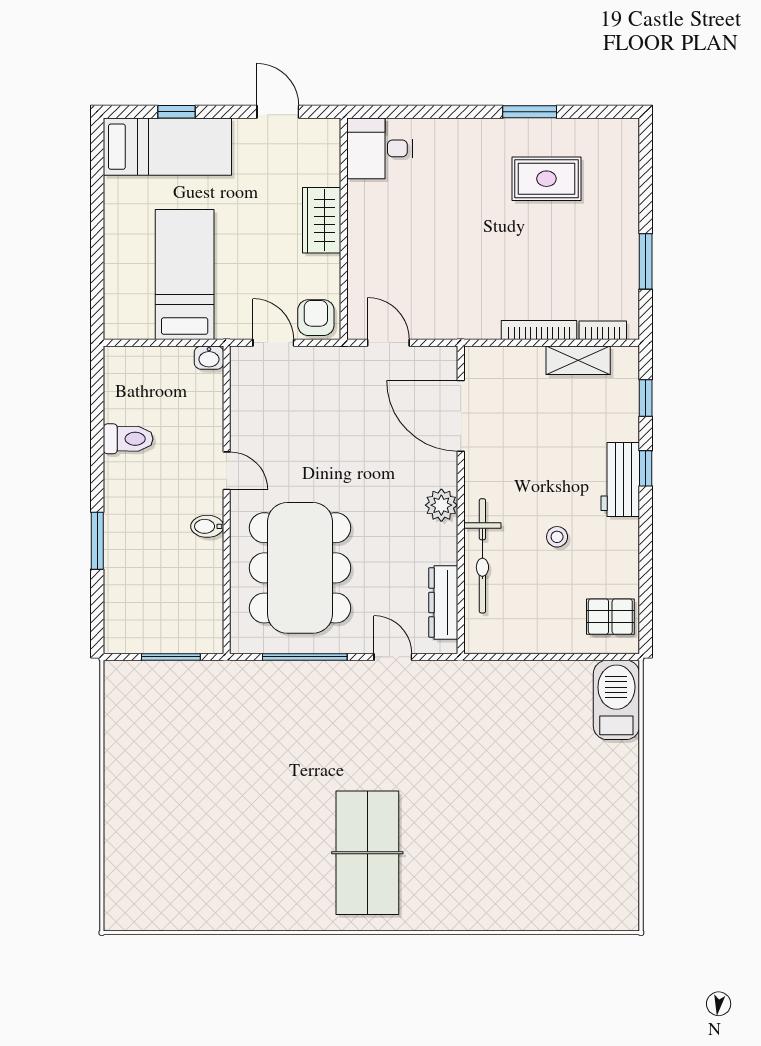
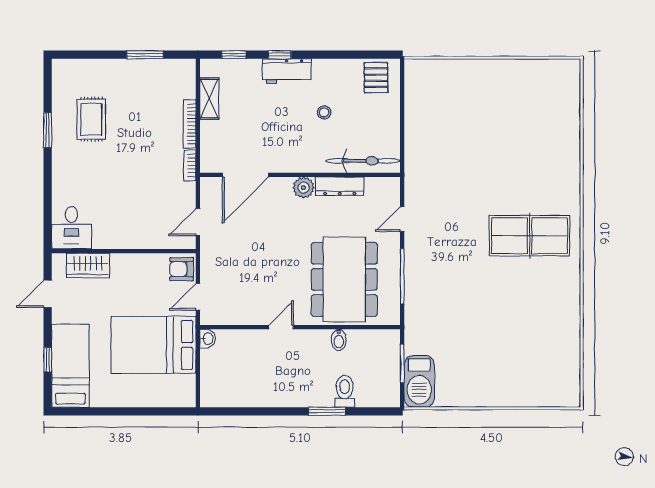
wardrobe: (322, 220) -> (88, 265), moved
bed: (185, 275) -> (154, 345), width x1.50
bookcase: (603, 330) -> (190, 165), moved
toilet: (128, 439) -> (345, 391), moved
bidet: (207, 526) -> (339, 340), moved
bicycle: (482, 556) -> (363, 161), moved
dining table: (300, 568) -> (344, 279), turned 90
dresser: (443, 603) -> (340, 186), moved
barbecue: (616, 700) -> (419, 381), moved, turned -90

